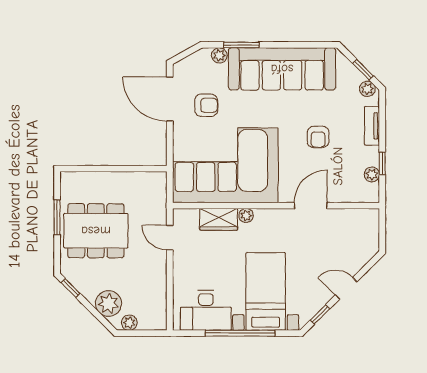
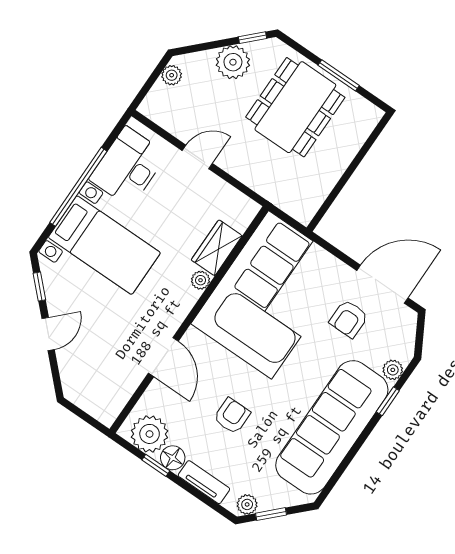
window: (241, 45) -> (388, 401), width x0.67
armchair: (318, 137) -> (232, 416), turned 90
floor lamp: (370, 156) -> (173, 458), added
plant: (372, 174) -> (150, 434), width x1.88, depth x1.88
door: (170, 238) -> (197, 157), moved
plant: (108, 304) -> (233, 62), moved

